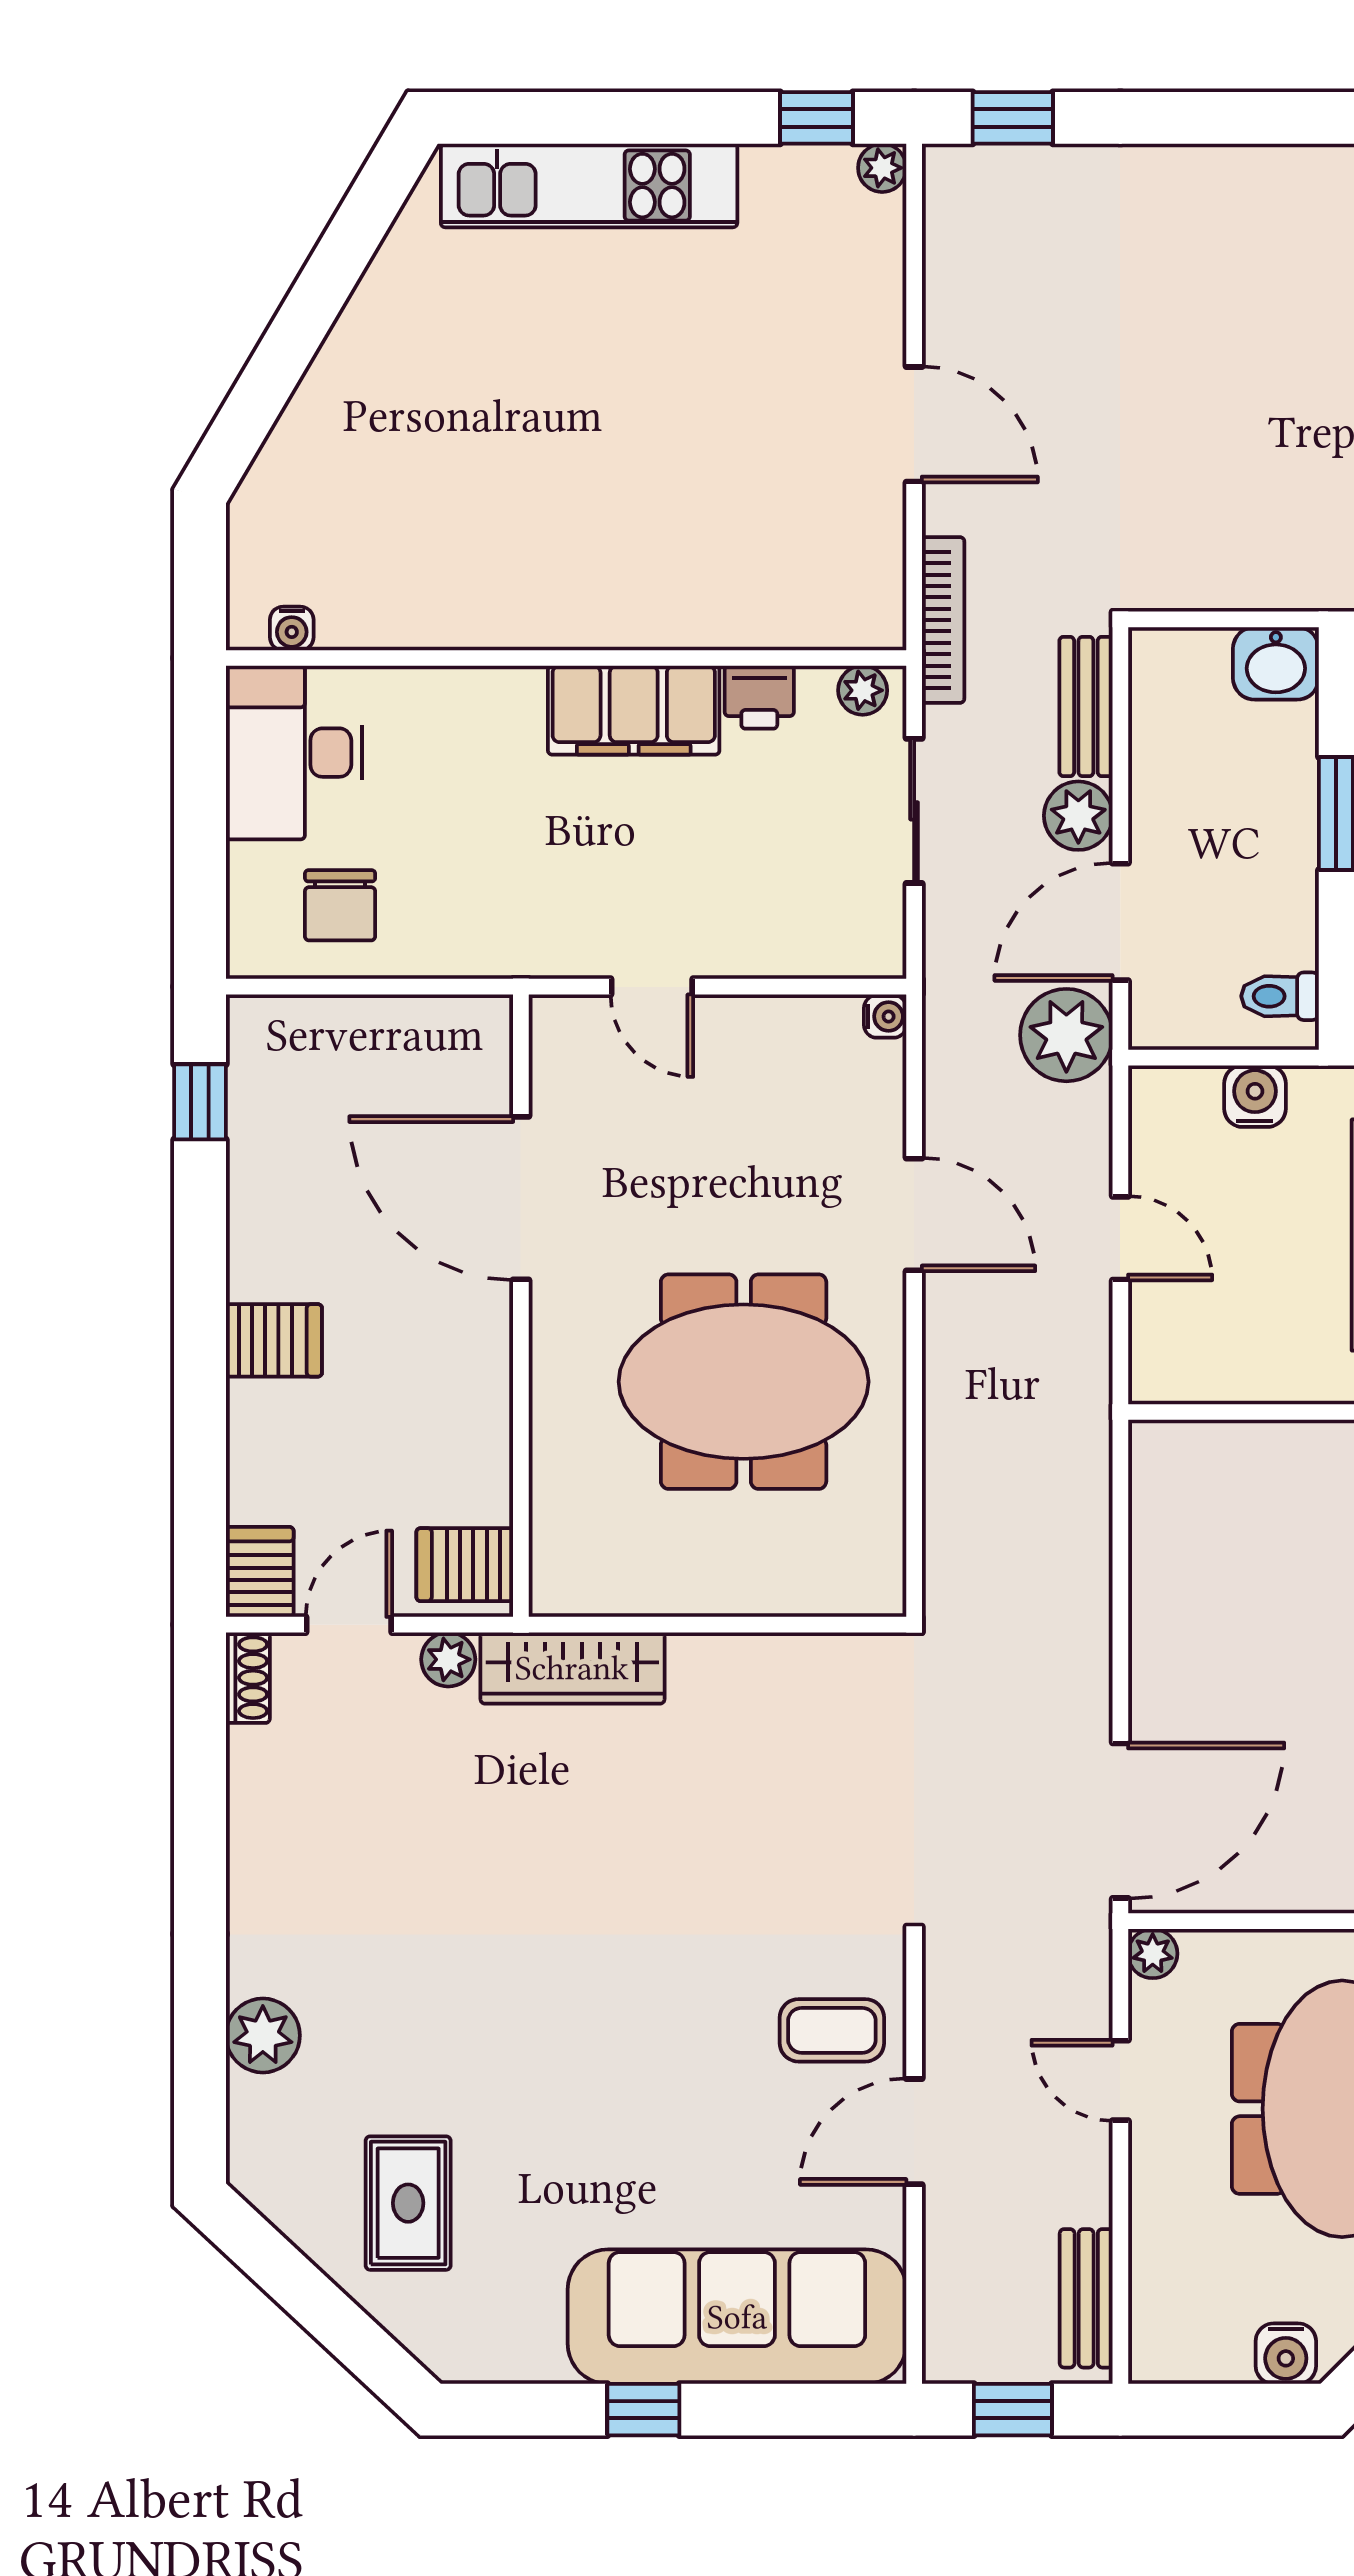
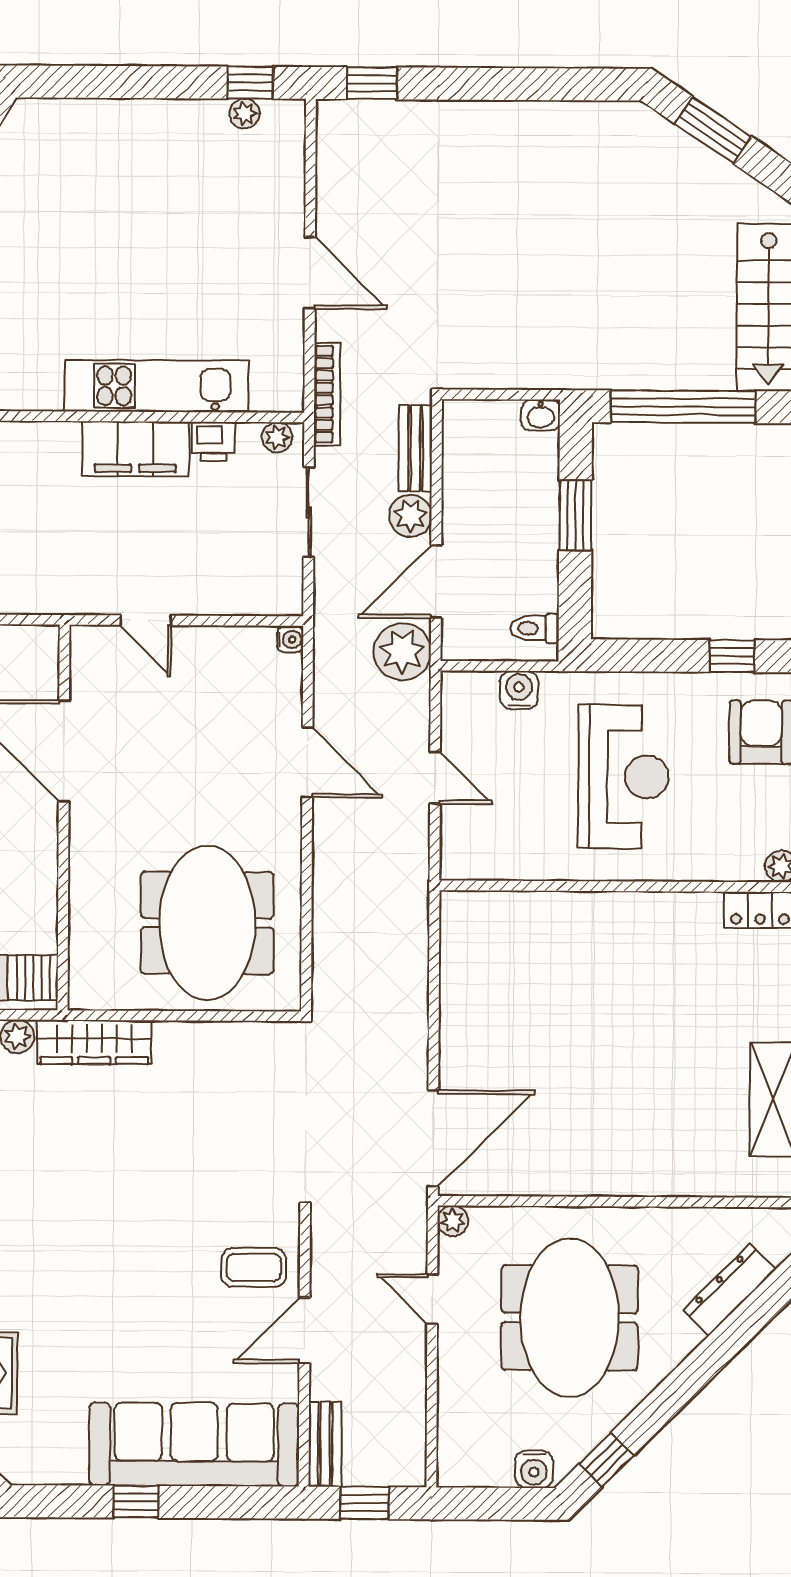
plant: (882, 168) -> (245, 114), moved
kitchen unit: (589, 186) -> (157, 386), moved, turned 180
washbasin: (1276, 663) -> (541, 415), width x0.72, depth x0.69
meeting table: (744, 1382) -> (207, 923), moved, turned 90
bench: (1086, 2298) -> (325, 1444), moved

